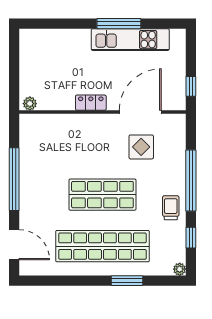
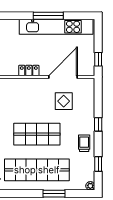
kitchen unit: (130, 40) -> (56, 27), width x1.36
window: (191, 181) -> (98, 124), width x0.32

